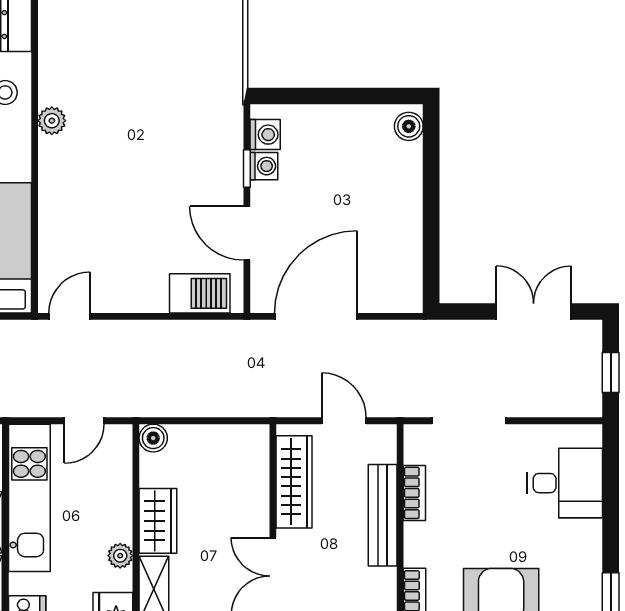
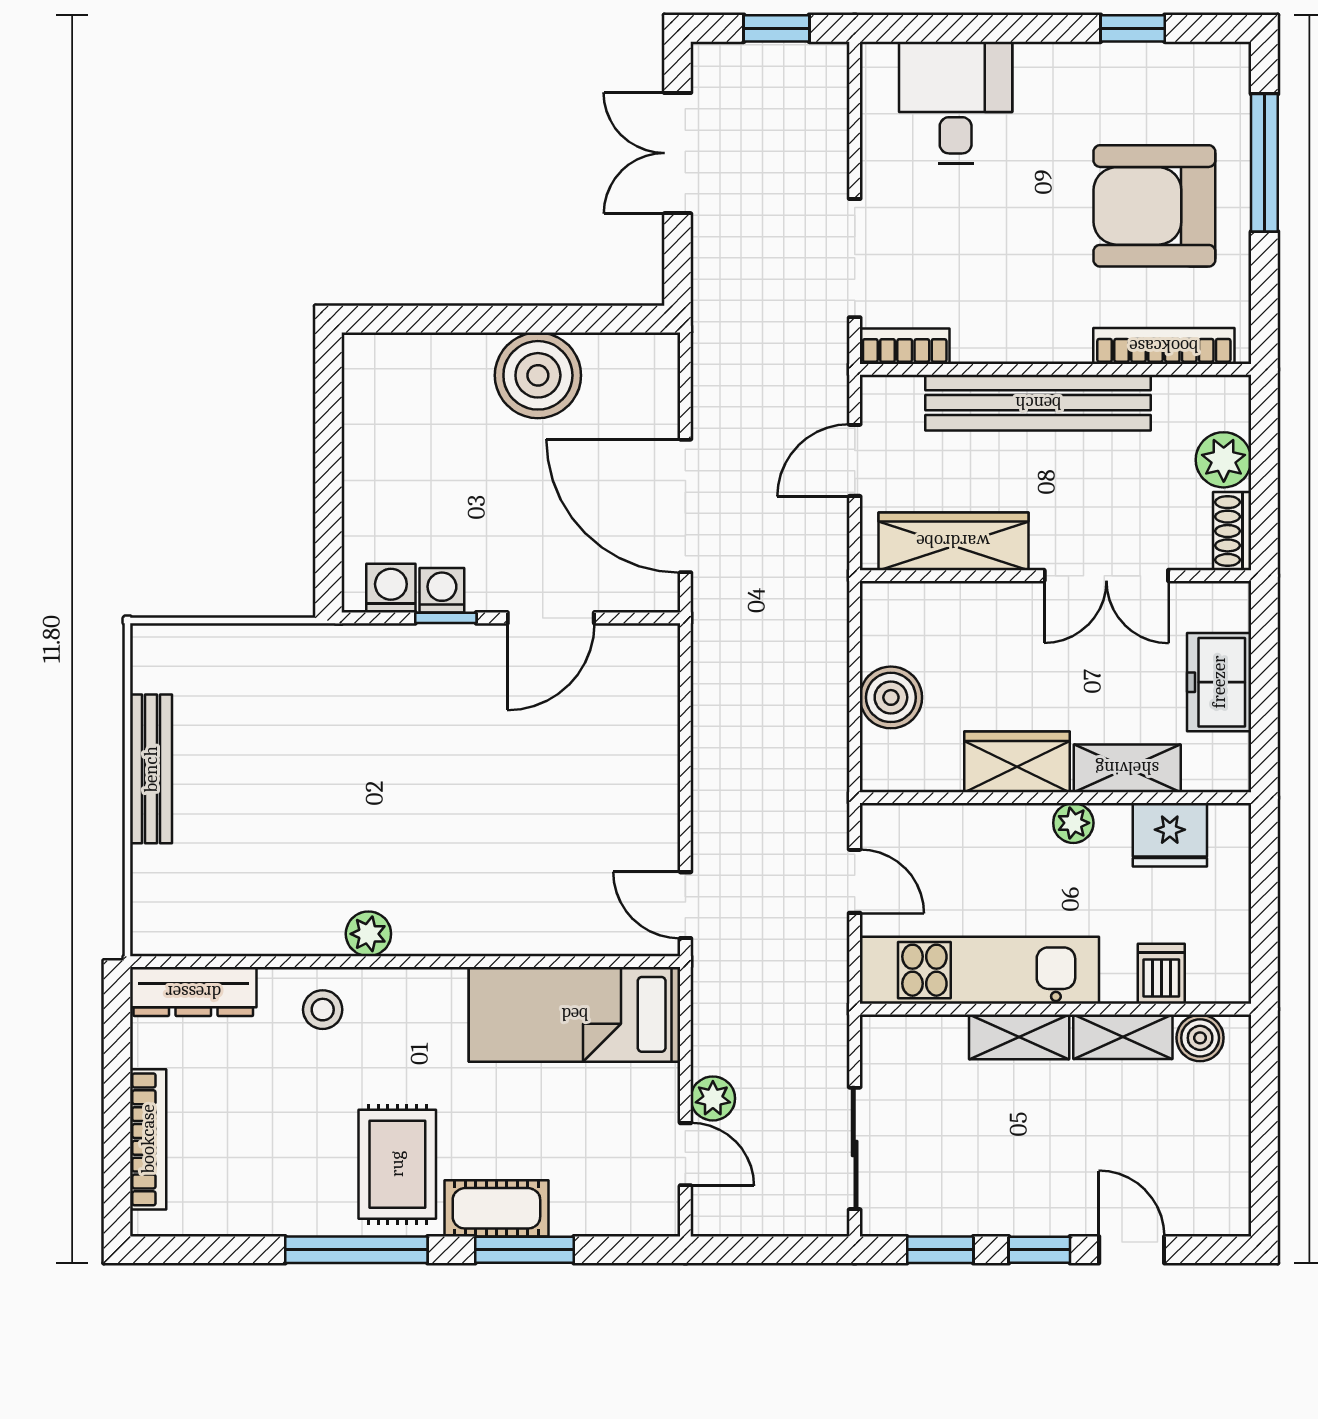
boiler: (409, 126) -> (538, 375), moved, width x1.86, depth x1.86
barbecue: (200, 293) -> (648, 694), removed
boiler: (153, 438) -> (891, 697), moved, width x1.36, depth x1.36
bookcase: (414, 493) -> (905, 346), moved
bench: (383, 515) -> (1038, 403), width x1.37, depth x1.21

